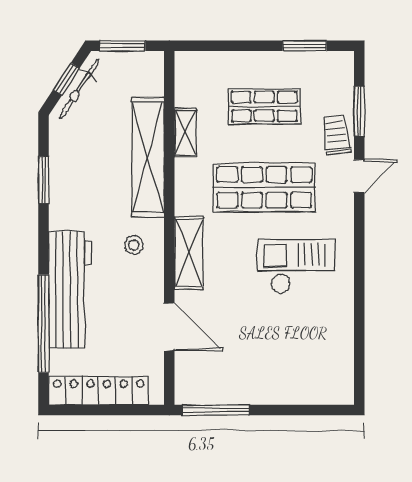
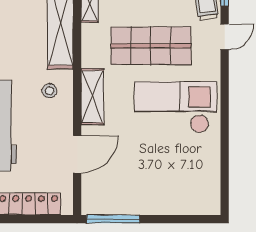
checkout: (296, 266) -> (176, 107), width x1.36, depth x1.21
door: (169, 327) -> (77, 154), hinge flipped

